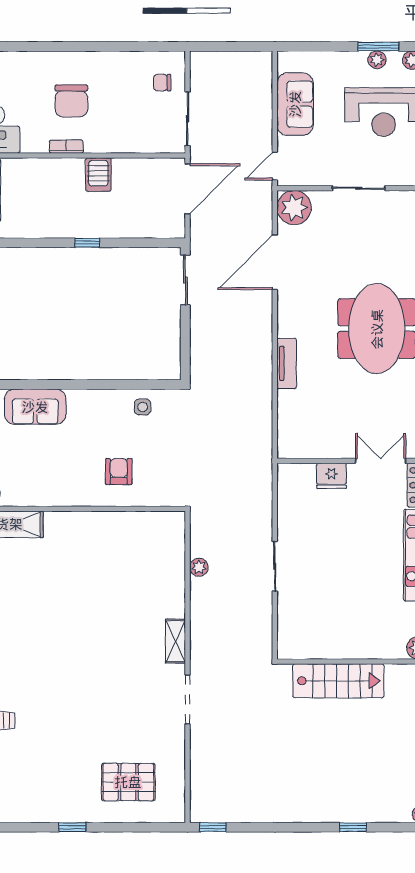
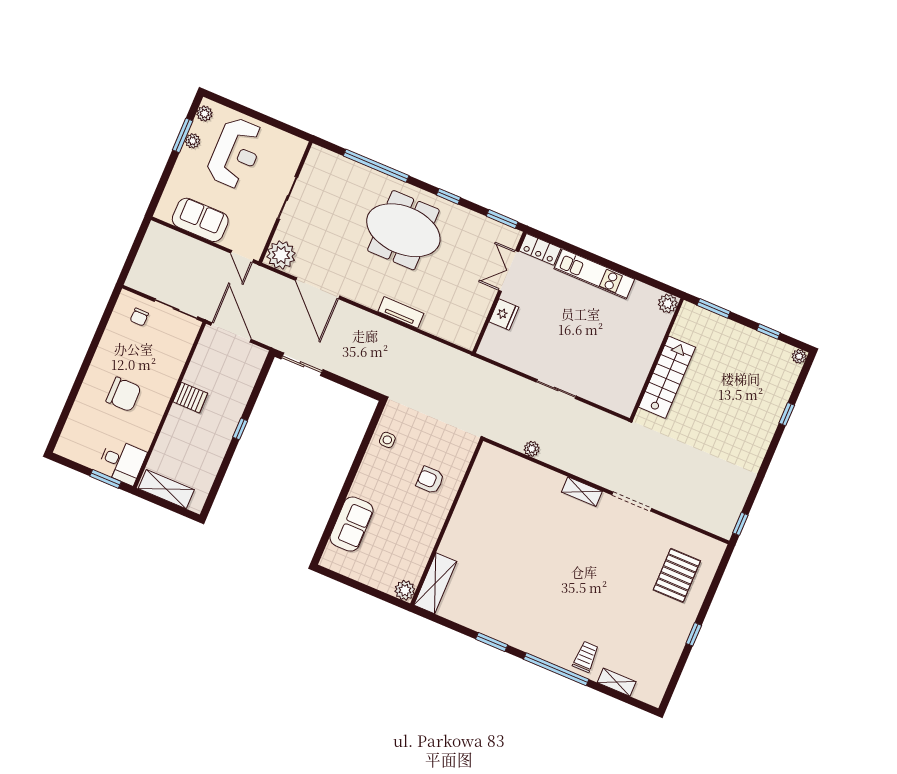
bookcase: (66, 147) -> (158, 414), removed

